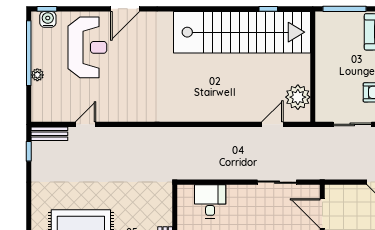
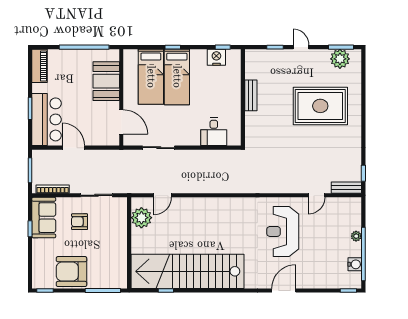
water cooler: (48, 19) -> (355, 264), moved, turned -90
reception desk: (87, 47) -> (283, 231), moved

